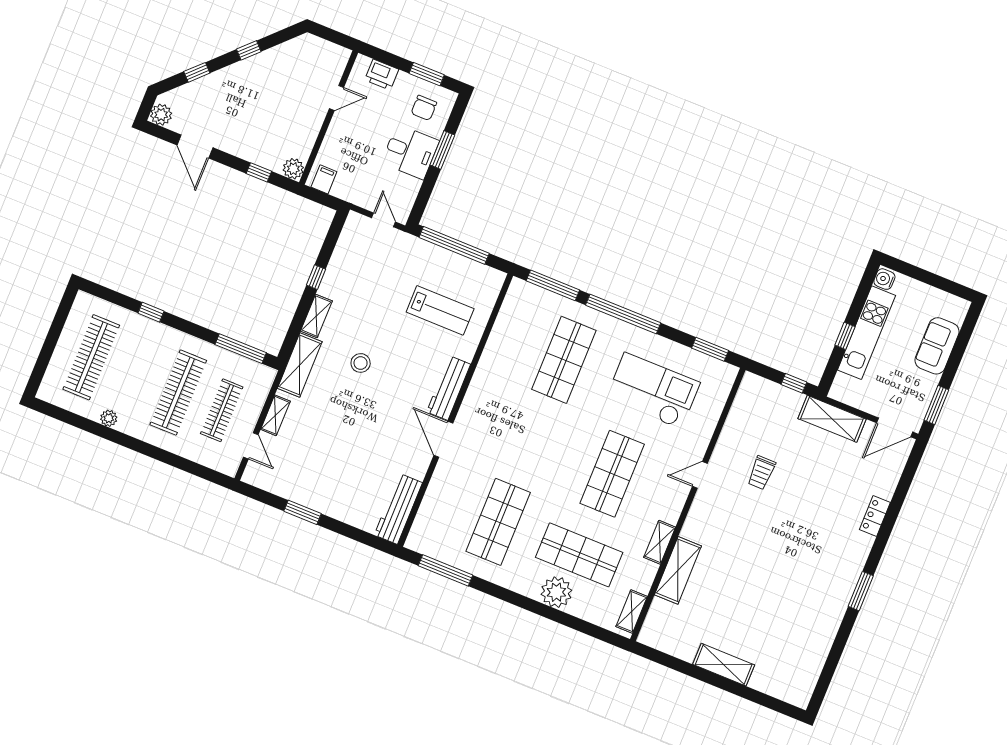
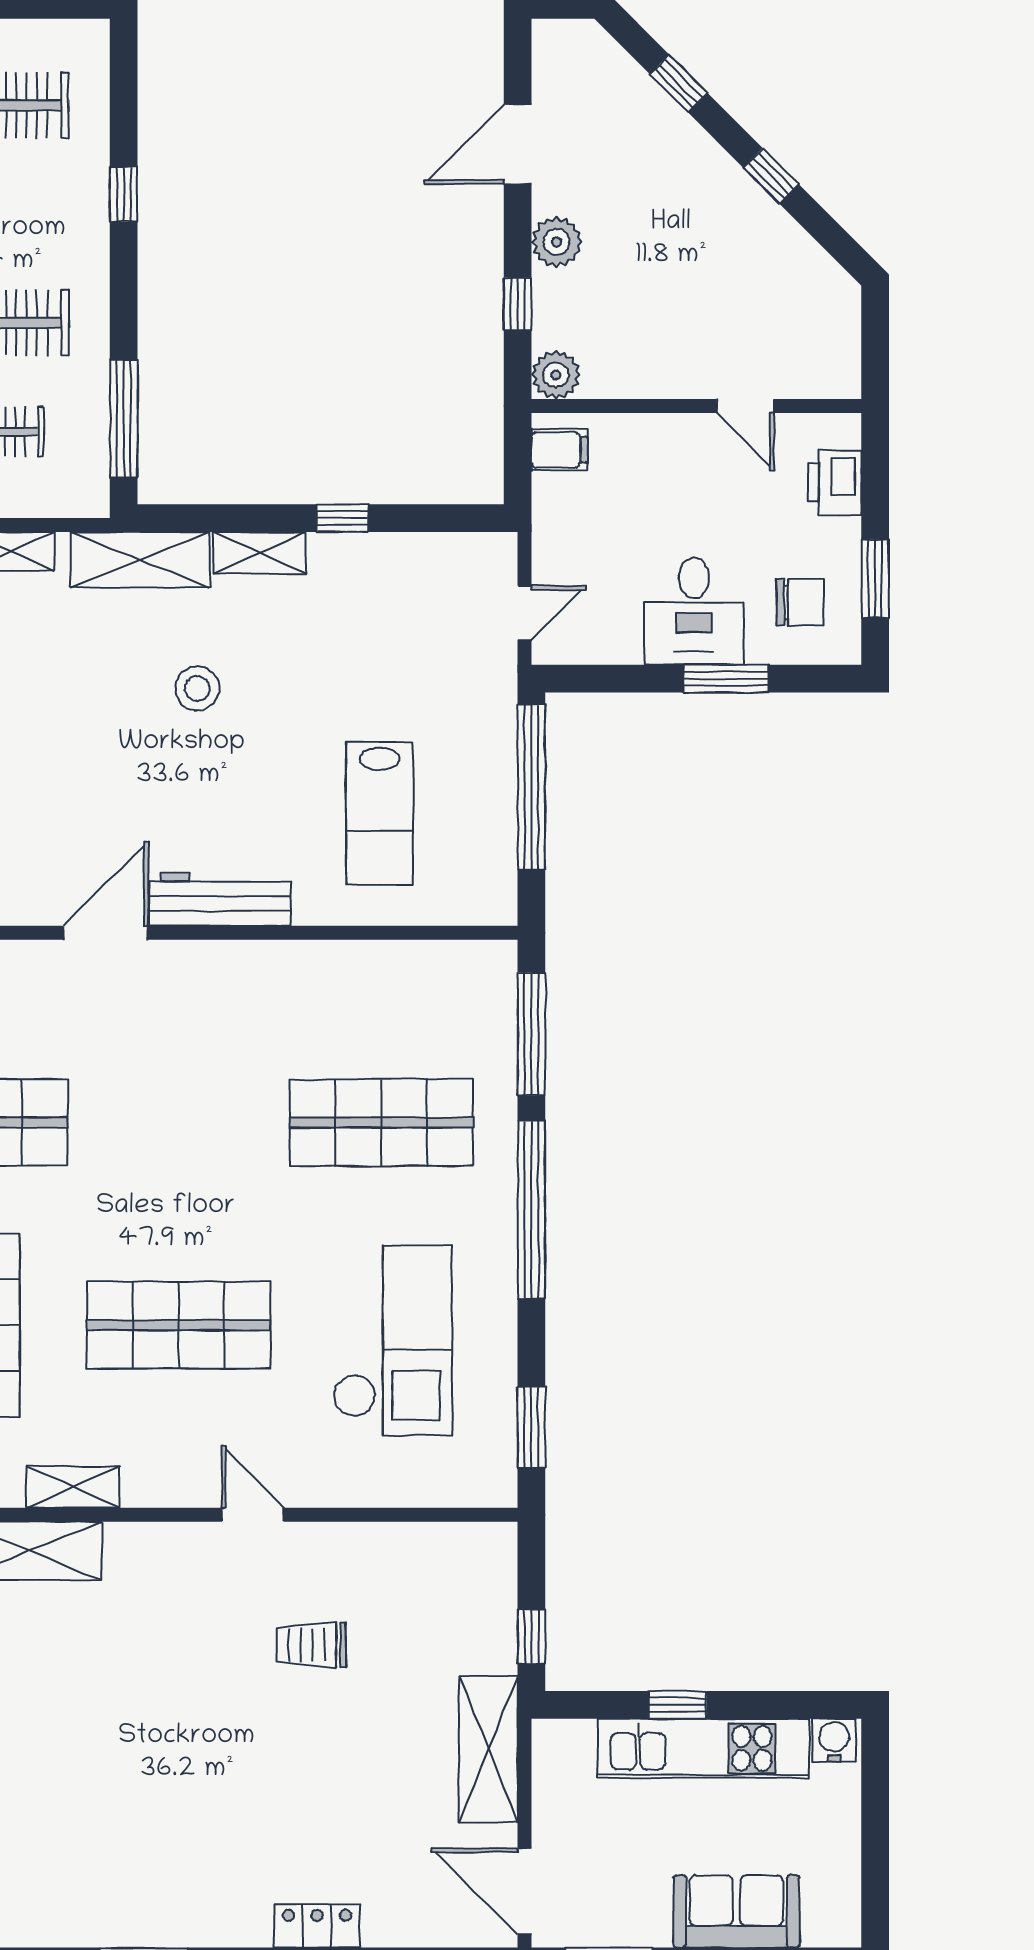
chair: (424, 108) -> (800, 602), turned 180
plant: (161, 115) -> (557, 242), moved

